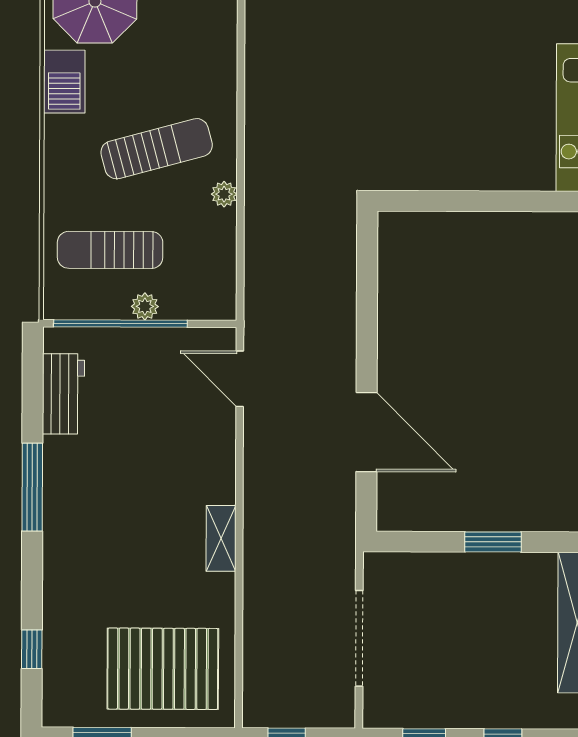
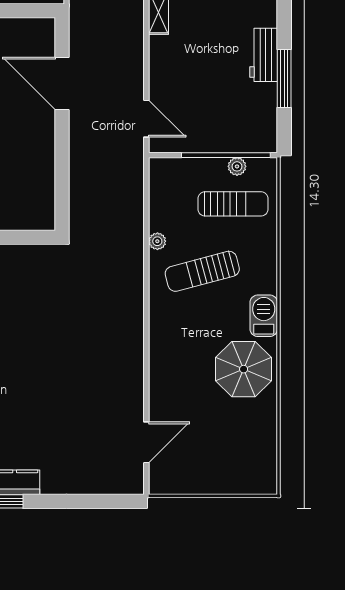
plant: (145, 306) -> (237, 166), moved
workbench: (63, 394) -> (264, 55), moved
window: (32, 487) -> (284, 79), moved

